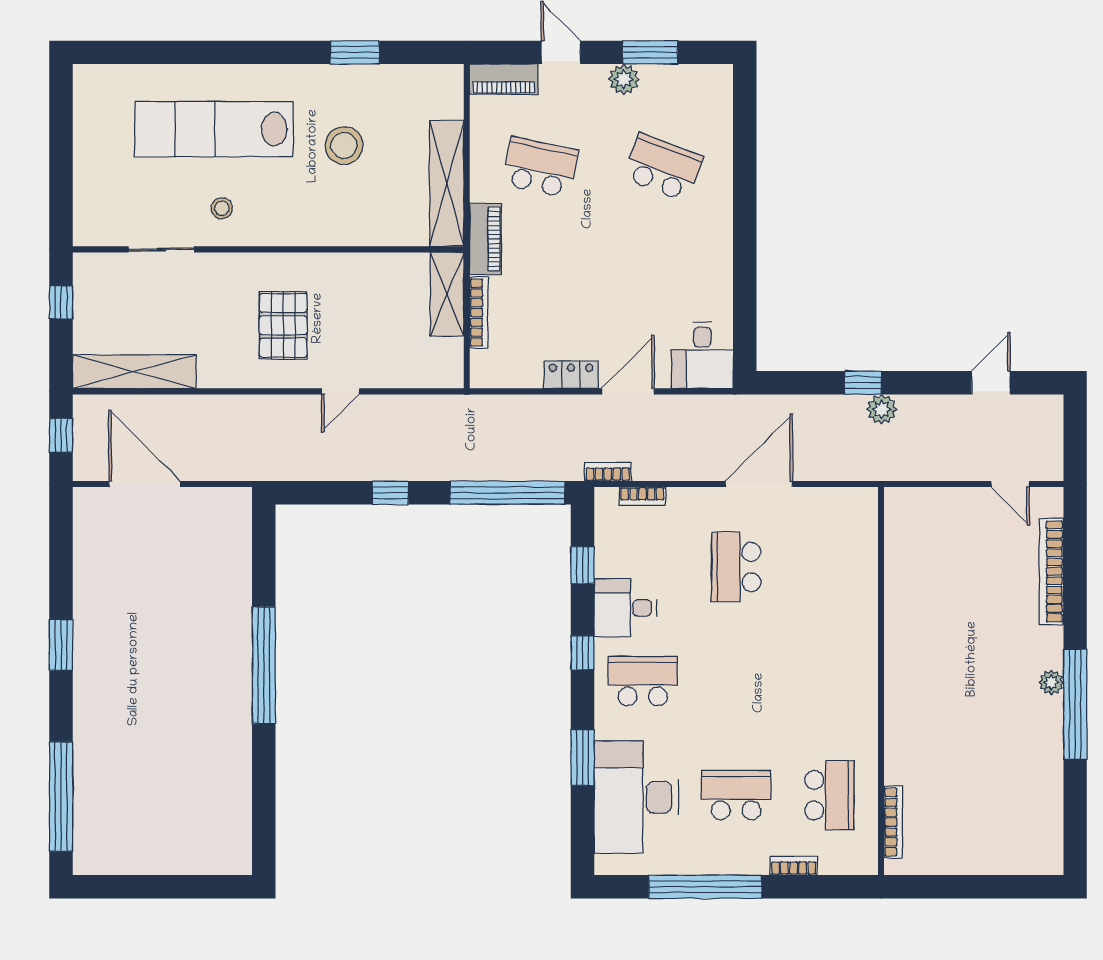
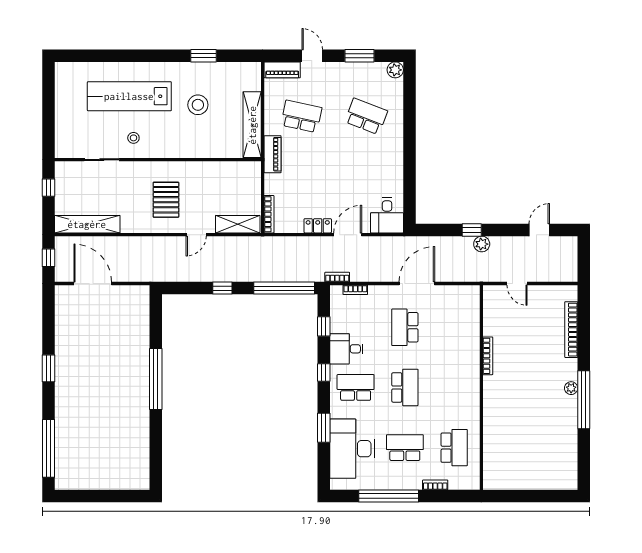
plant: (624, 79) -> (395, 70), moved
shelving: (447, 294) -> (238, 224), moved, turned 90
bookcase: (479, 313) -> (269, 214), moved
door: (1010, 484) -> (517, 283), moved
school desk: (736, 681) -> (405, 387), added
bookcase: (893, 822) -> (488, 356), moved

